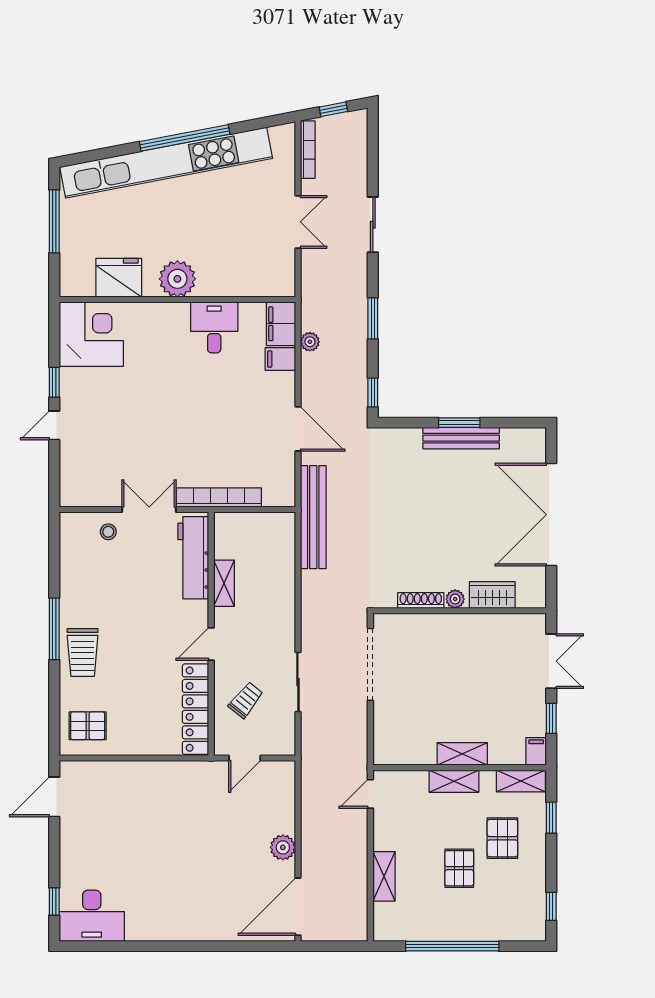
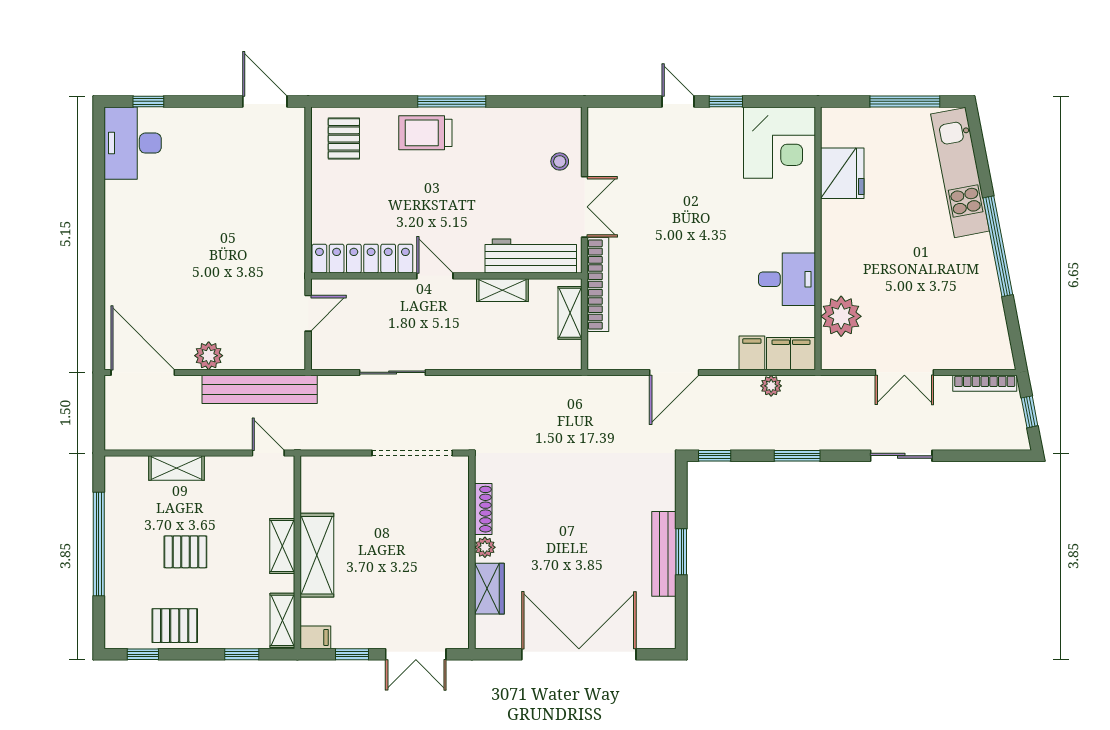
kitchen unit: (166, 163) -> (960, 173), width x0.54
plant: (177, 279) -> (841, 316), moved
bench: (313, 517) -> (260, 389), moved
shelving: (244, 523) -> (570, 313), added
trolley: (246, 700) -> (373, 314), removed
shelving: (462, 754) -> (317, 555), width x1.50, depth x1.33
door: (245, 758) -> (308, 313), swing flipped
pallet: (502, 838) -> (175, 626), moved

